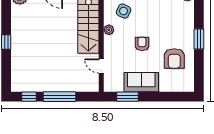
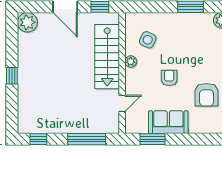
door: (101, 66) -> (122, 103), swing flipped
window: (60, 97) -> (87, 139), moved

